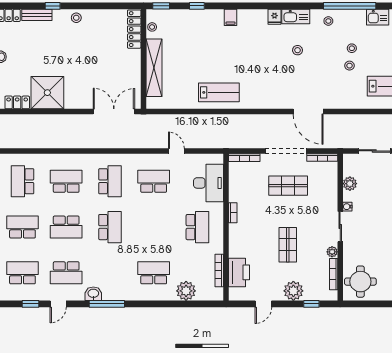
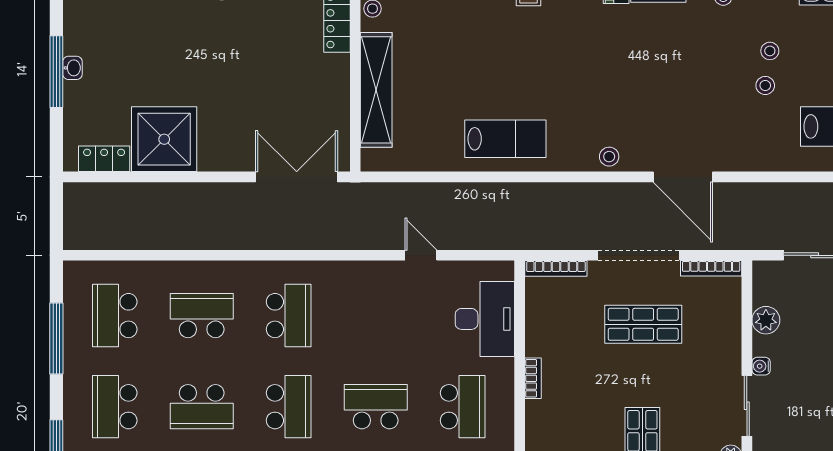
stool: (298, 50) -> (609, 157), moved
school desk: (154, 181) -> (376, 407), moved
school desk: (22, 227) -> (115, 407), turned -90

